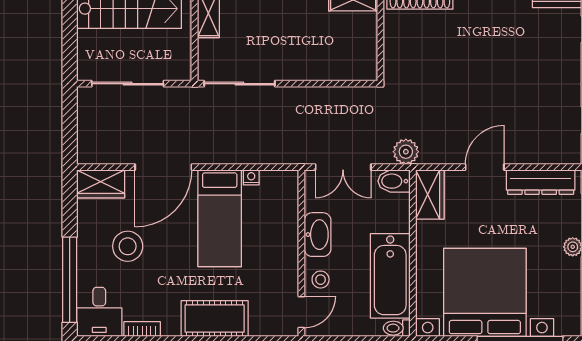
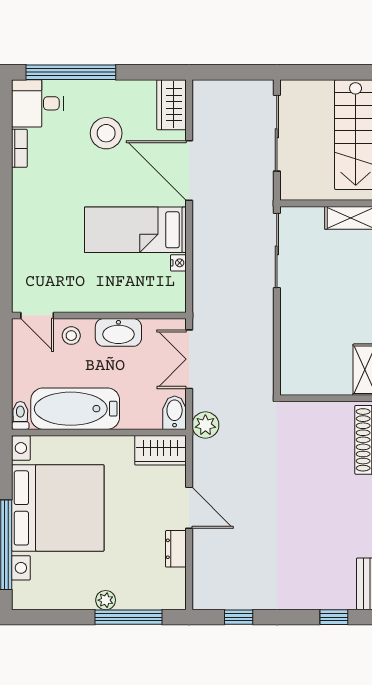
dresser: (541, 182) -> (176, 549), width x0.51, depth x0.80
cot: (215, 318) -> (30, 224), removed

